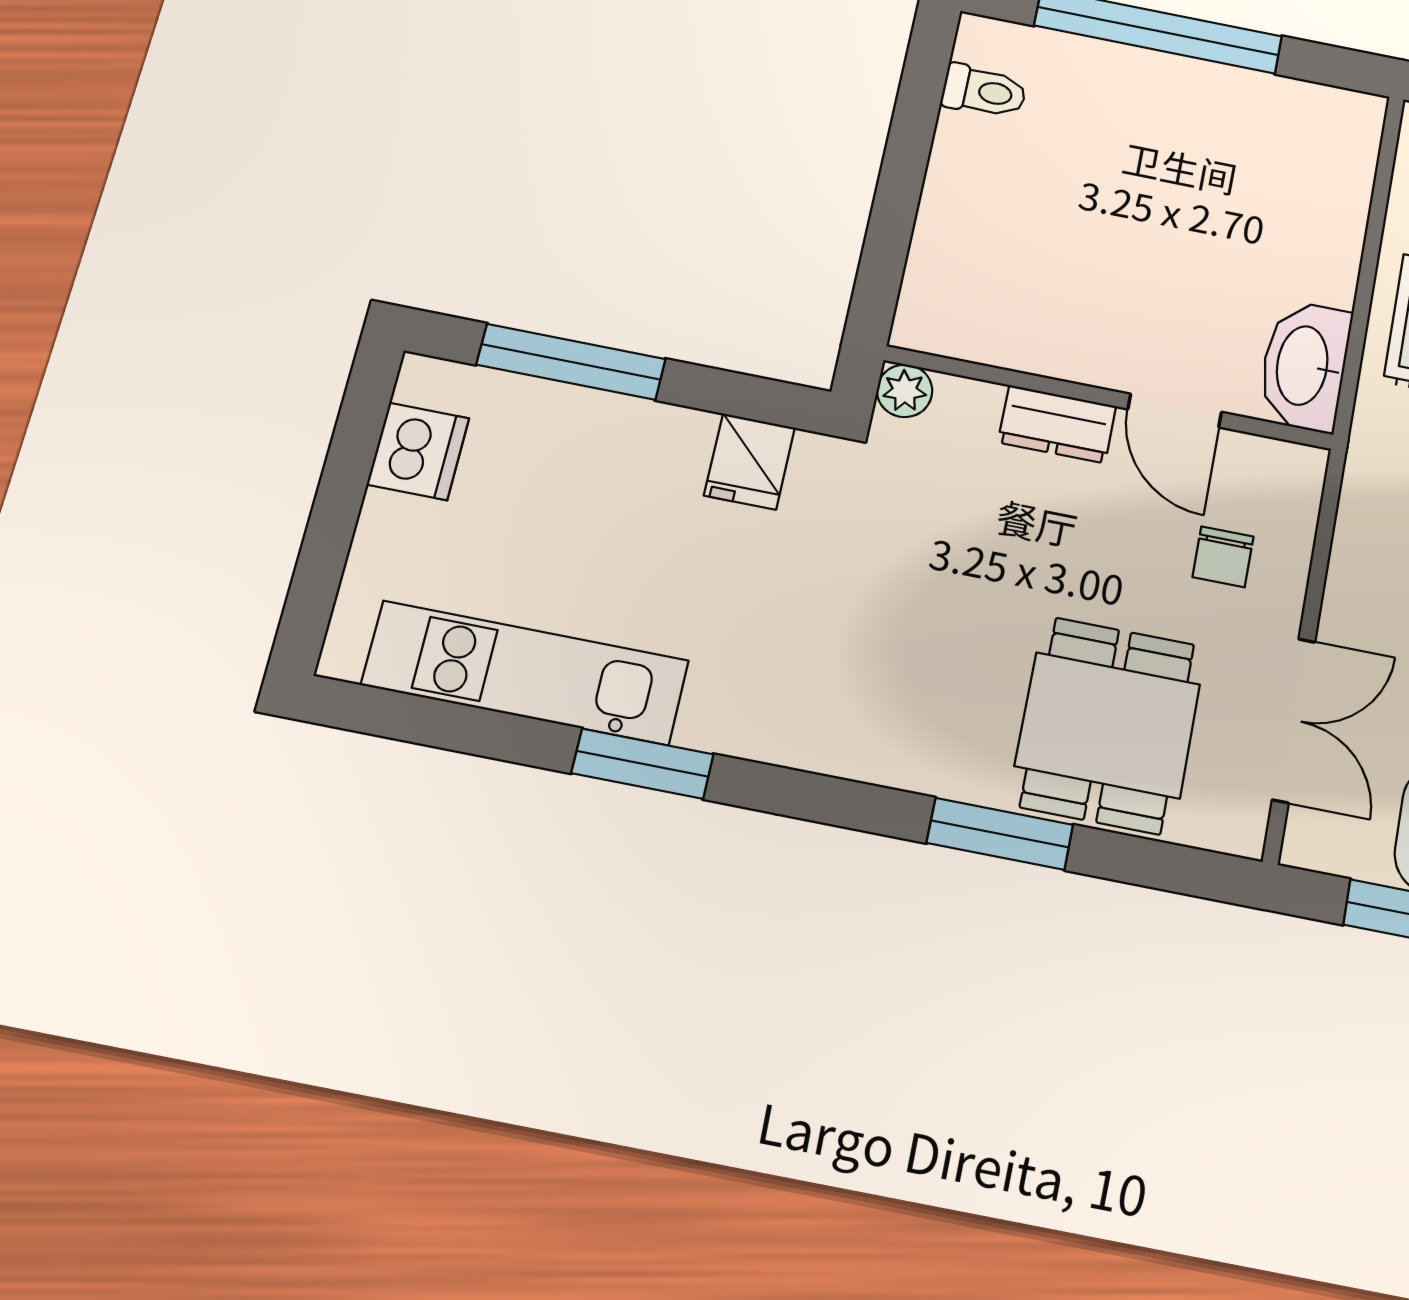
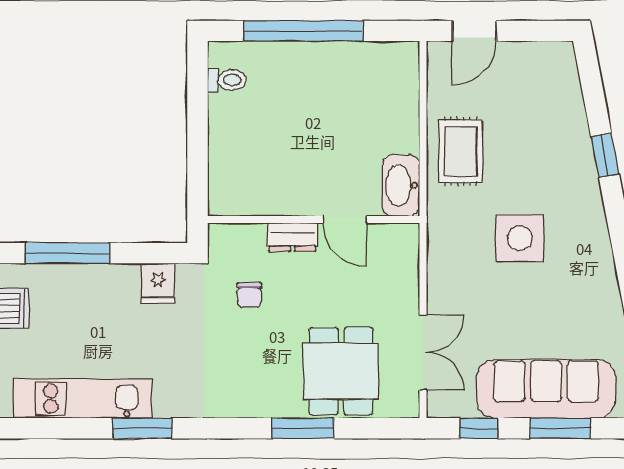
plant: (905, 391) -> (220, 236), removed
chair: (1223, 557) -> (249, 295), moved

